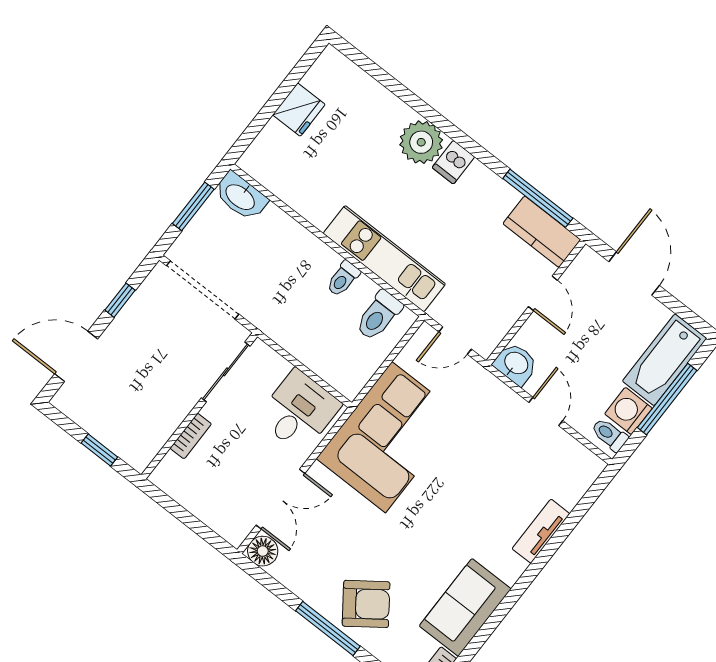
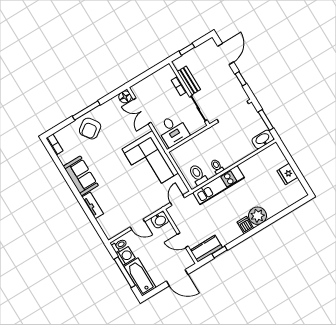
window: (538, 198) -> (219, 252), width x0.46
bench: (169, 418) -> (189, 80), added
sofa: (465, 607) -> (81, 176), moved

